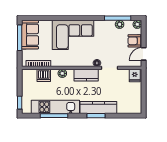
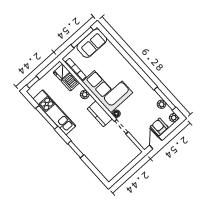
corner sofa: (73, 35) -> (108, 87), moved, turned 180
door: (144, 54) -> (156, 143), hinge flipped
fridge: (135, 75) -> (61, 72), moved
kitchen counter: (98, 108) -> (84, 146), removed

